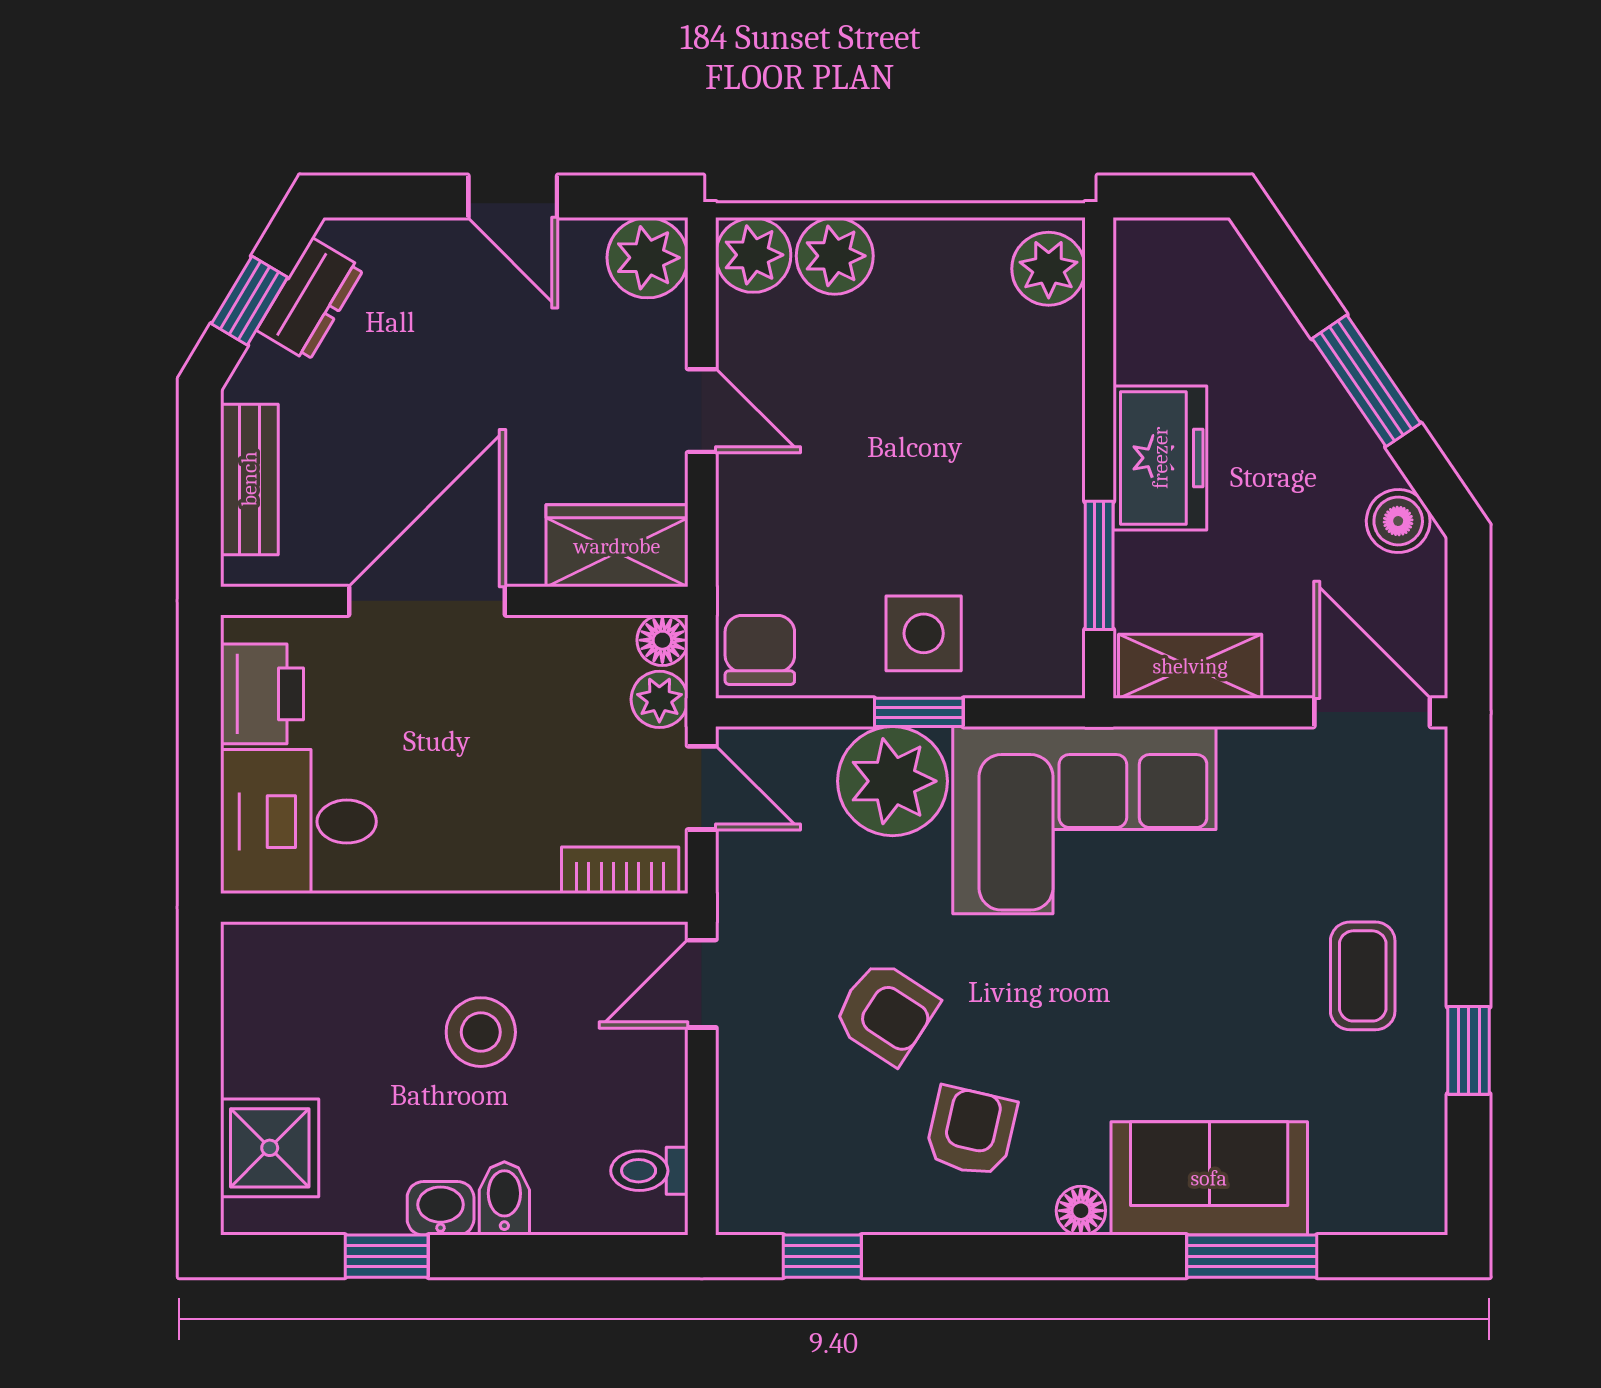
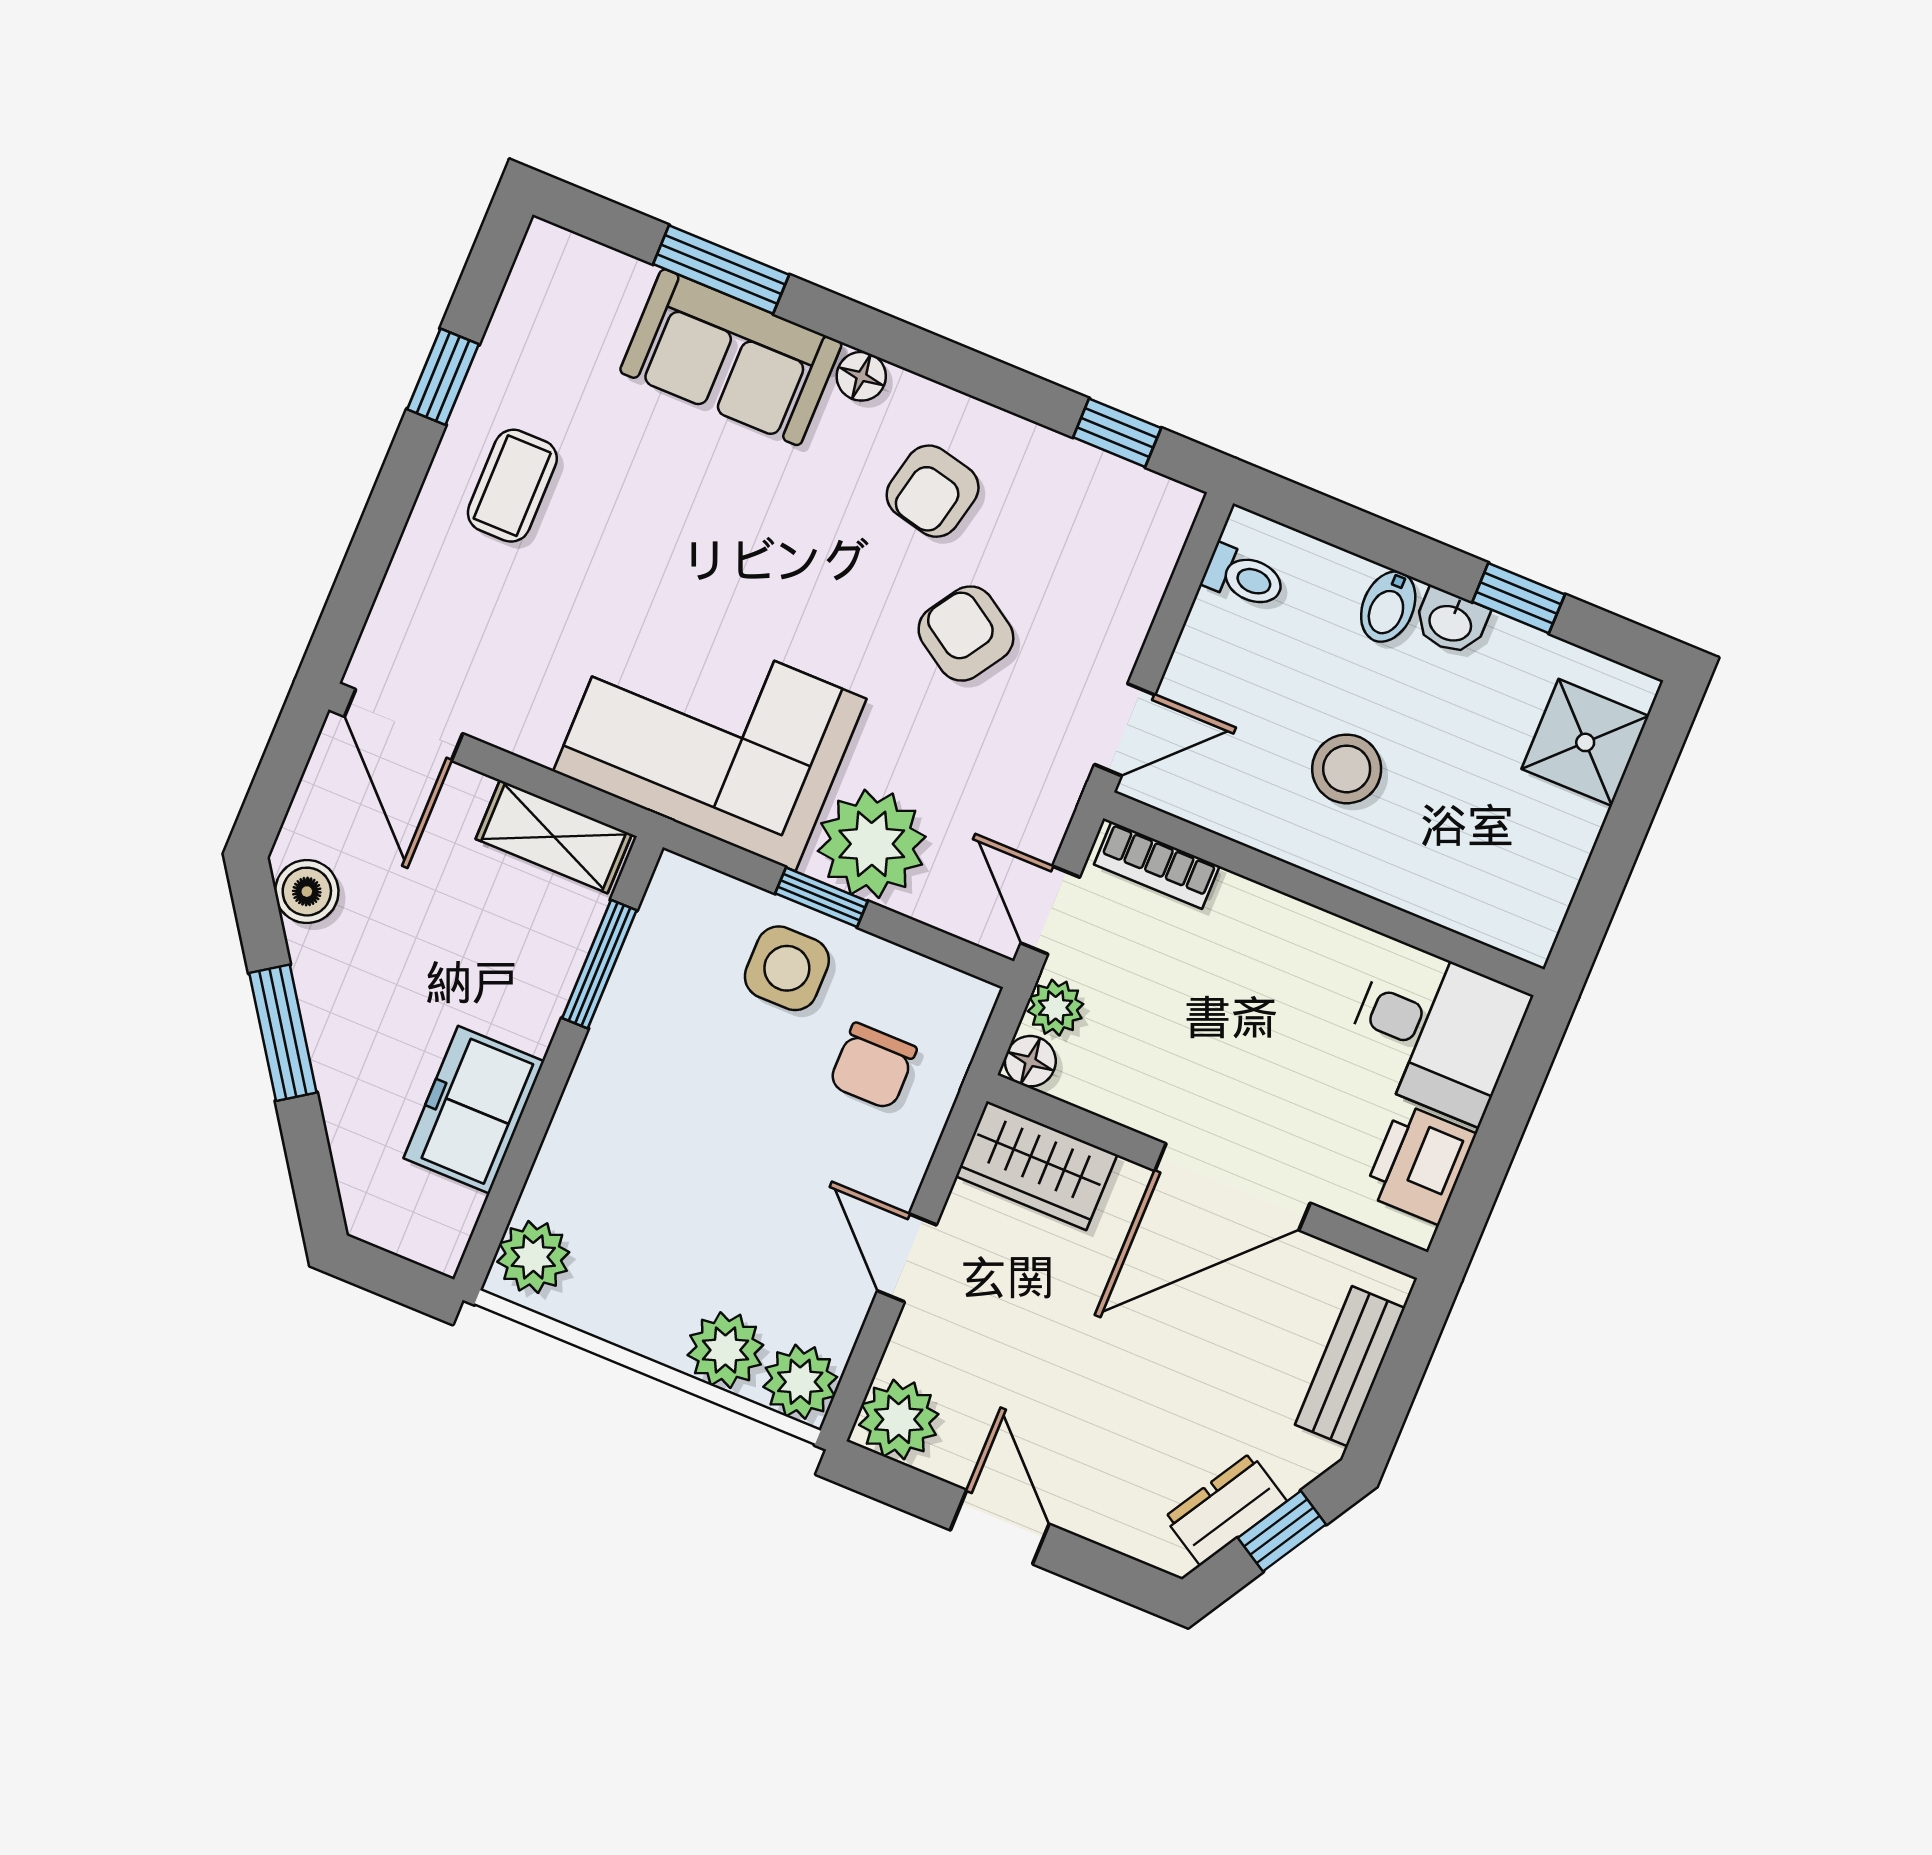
freezer: (1160, 458) -> (474, 1110), moved
chair: (760, 650) -> (873, 1066), moved

